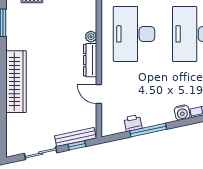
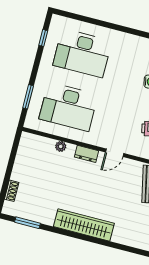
dresser: (90, 60) -> (86, 154), width x0.70

